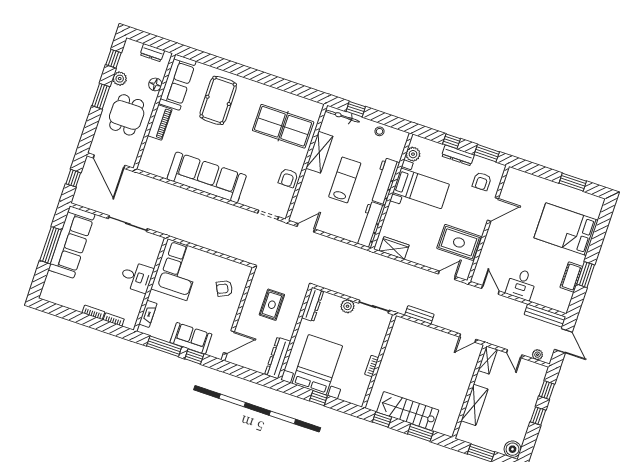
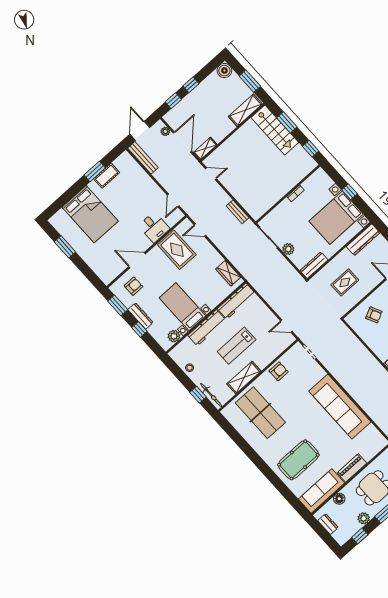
desk: (521, 284) -> (154, 227), moved, turned 90
door: (514, 354) -> (182, 142), width x1.88
shelving: (475, 405) -> (245, 110), moved
stairs: (408, 411) -> (275, 130), moved

